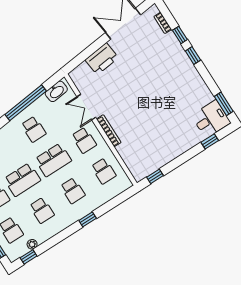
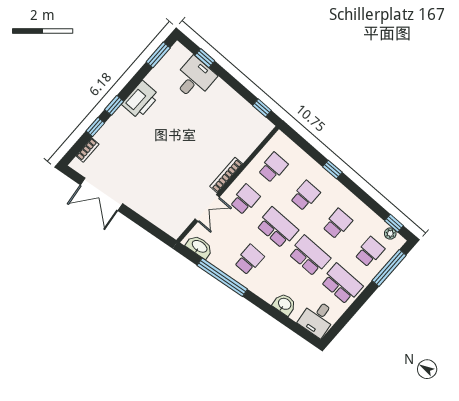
printer: (102, 59) -> (140, 100), moved, turned 97
desk: (211, 119) -> (194, 78), moved, turned 90
plant: (32, 244) -> (390, 234), moved

